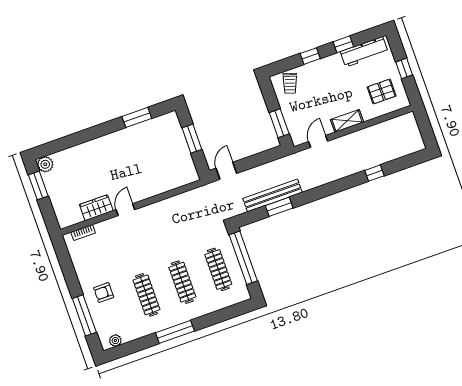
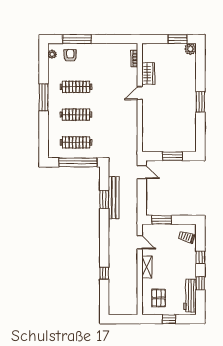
window: (137, 117) -> (200, 102), moved
door: (125, 210) -> (140, 93), swing flipped
armchair: (104, 292) -> (70, 55), moved

